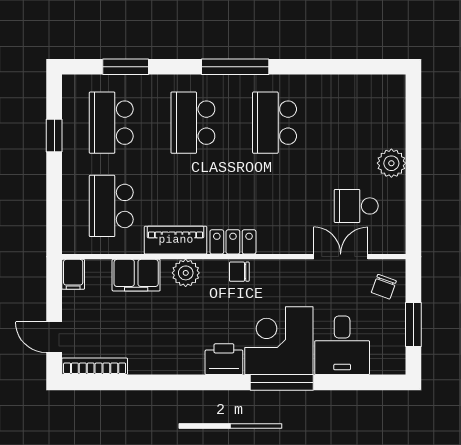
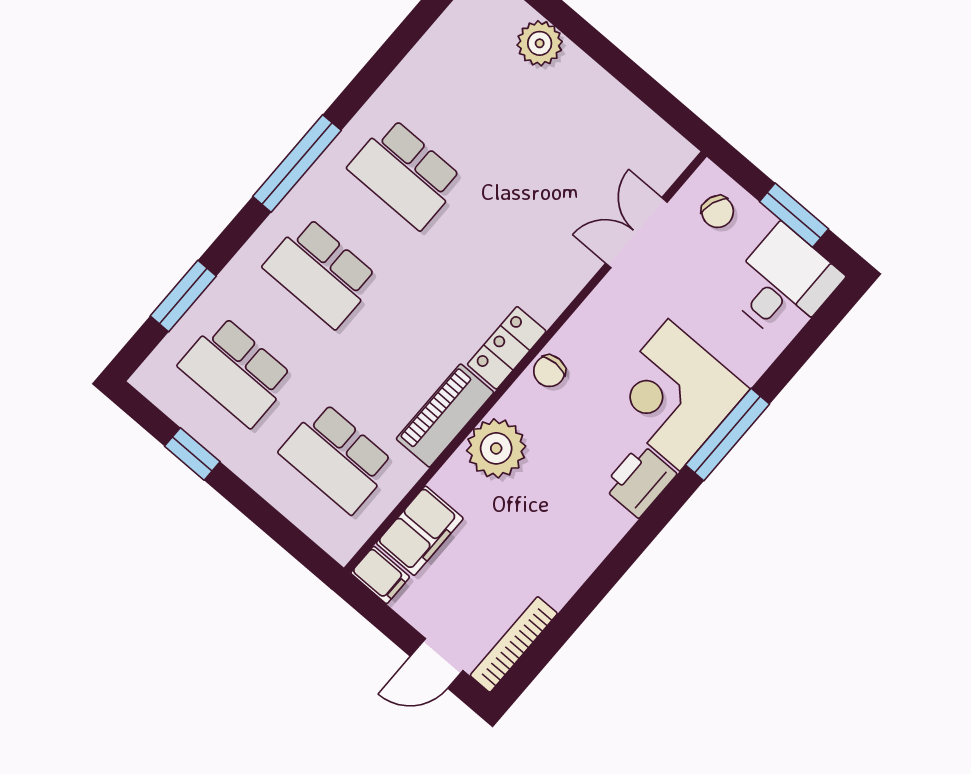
plant: (391, 163) -> (540, 43), moved
school desk: (356, 206) -> (591, 161), removed
plant: (186, 273) -> (496, 448), width x1.36, depth x1.36
filing cabinet: (136, 275) -> (420, 531), moved
desk: (342, 345) -> (783, 284), moved, turned -90

